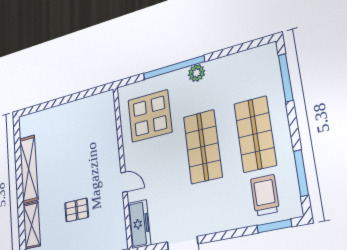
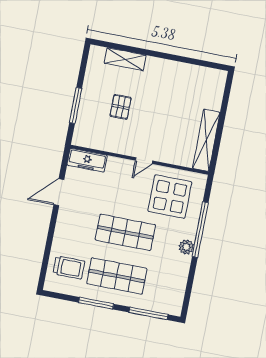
shelving: (29, 169) -> (206, 140), moved, turned 90
window: (301, 173) -> (96, 303), moved
door: (124, 182) -> (144, 161), moved
window: (274, 226) -> (44, 267), removed

